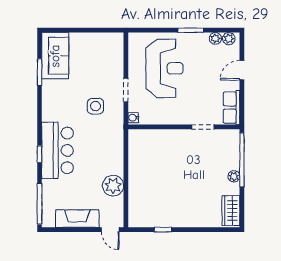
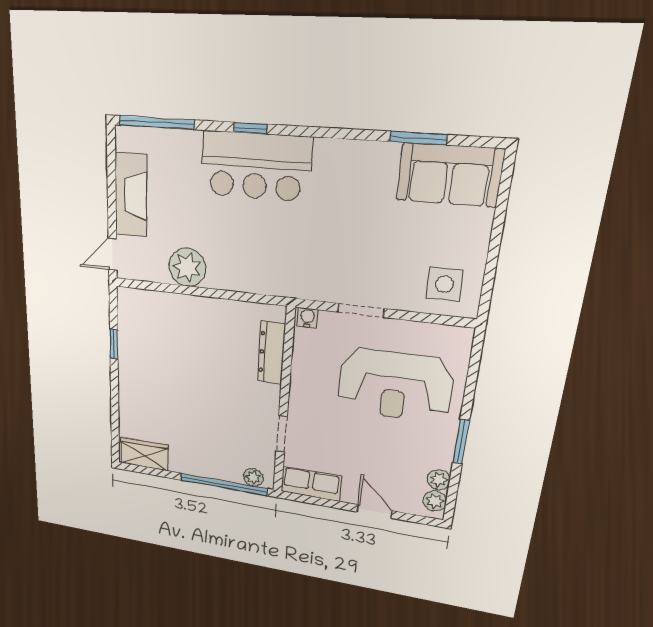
side table: (95, 106) -> (444, 284), moved
dresser: (155, 136) -> (271, 353), added
plant: (234, 176) -> (253, 477), moved

